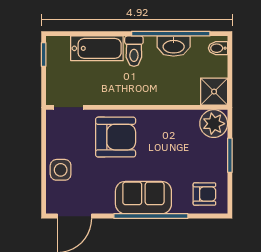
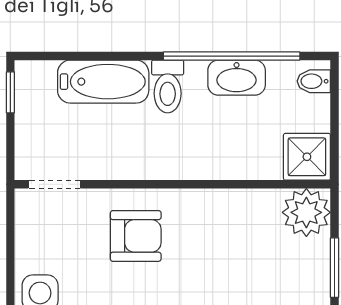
armchair: (116, 137) -> (136, 236), width x0.73, depth x0.73

